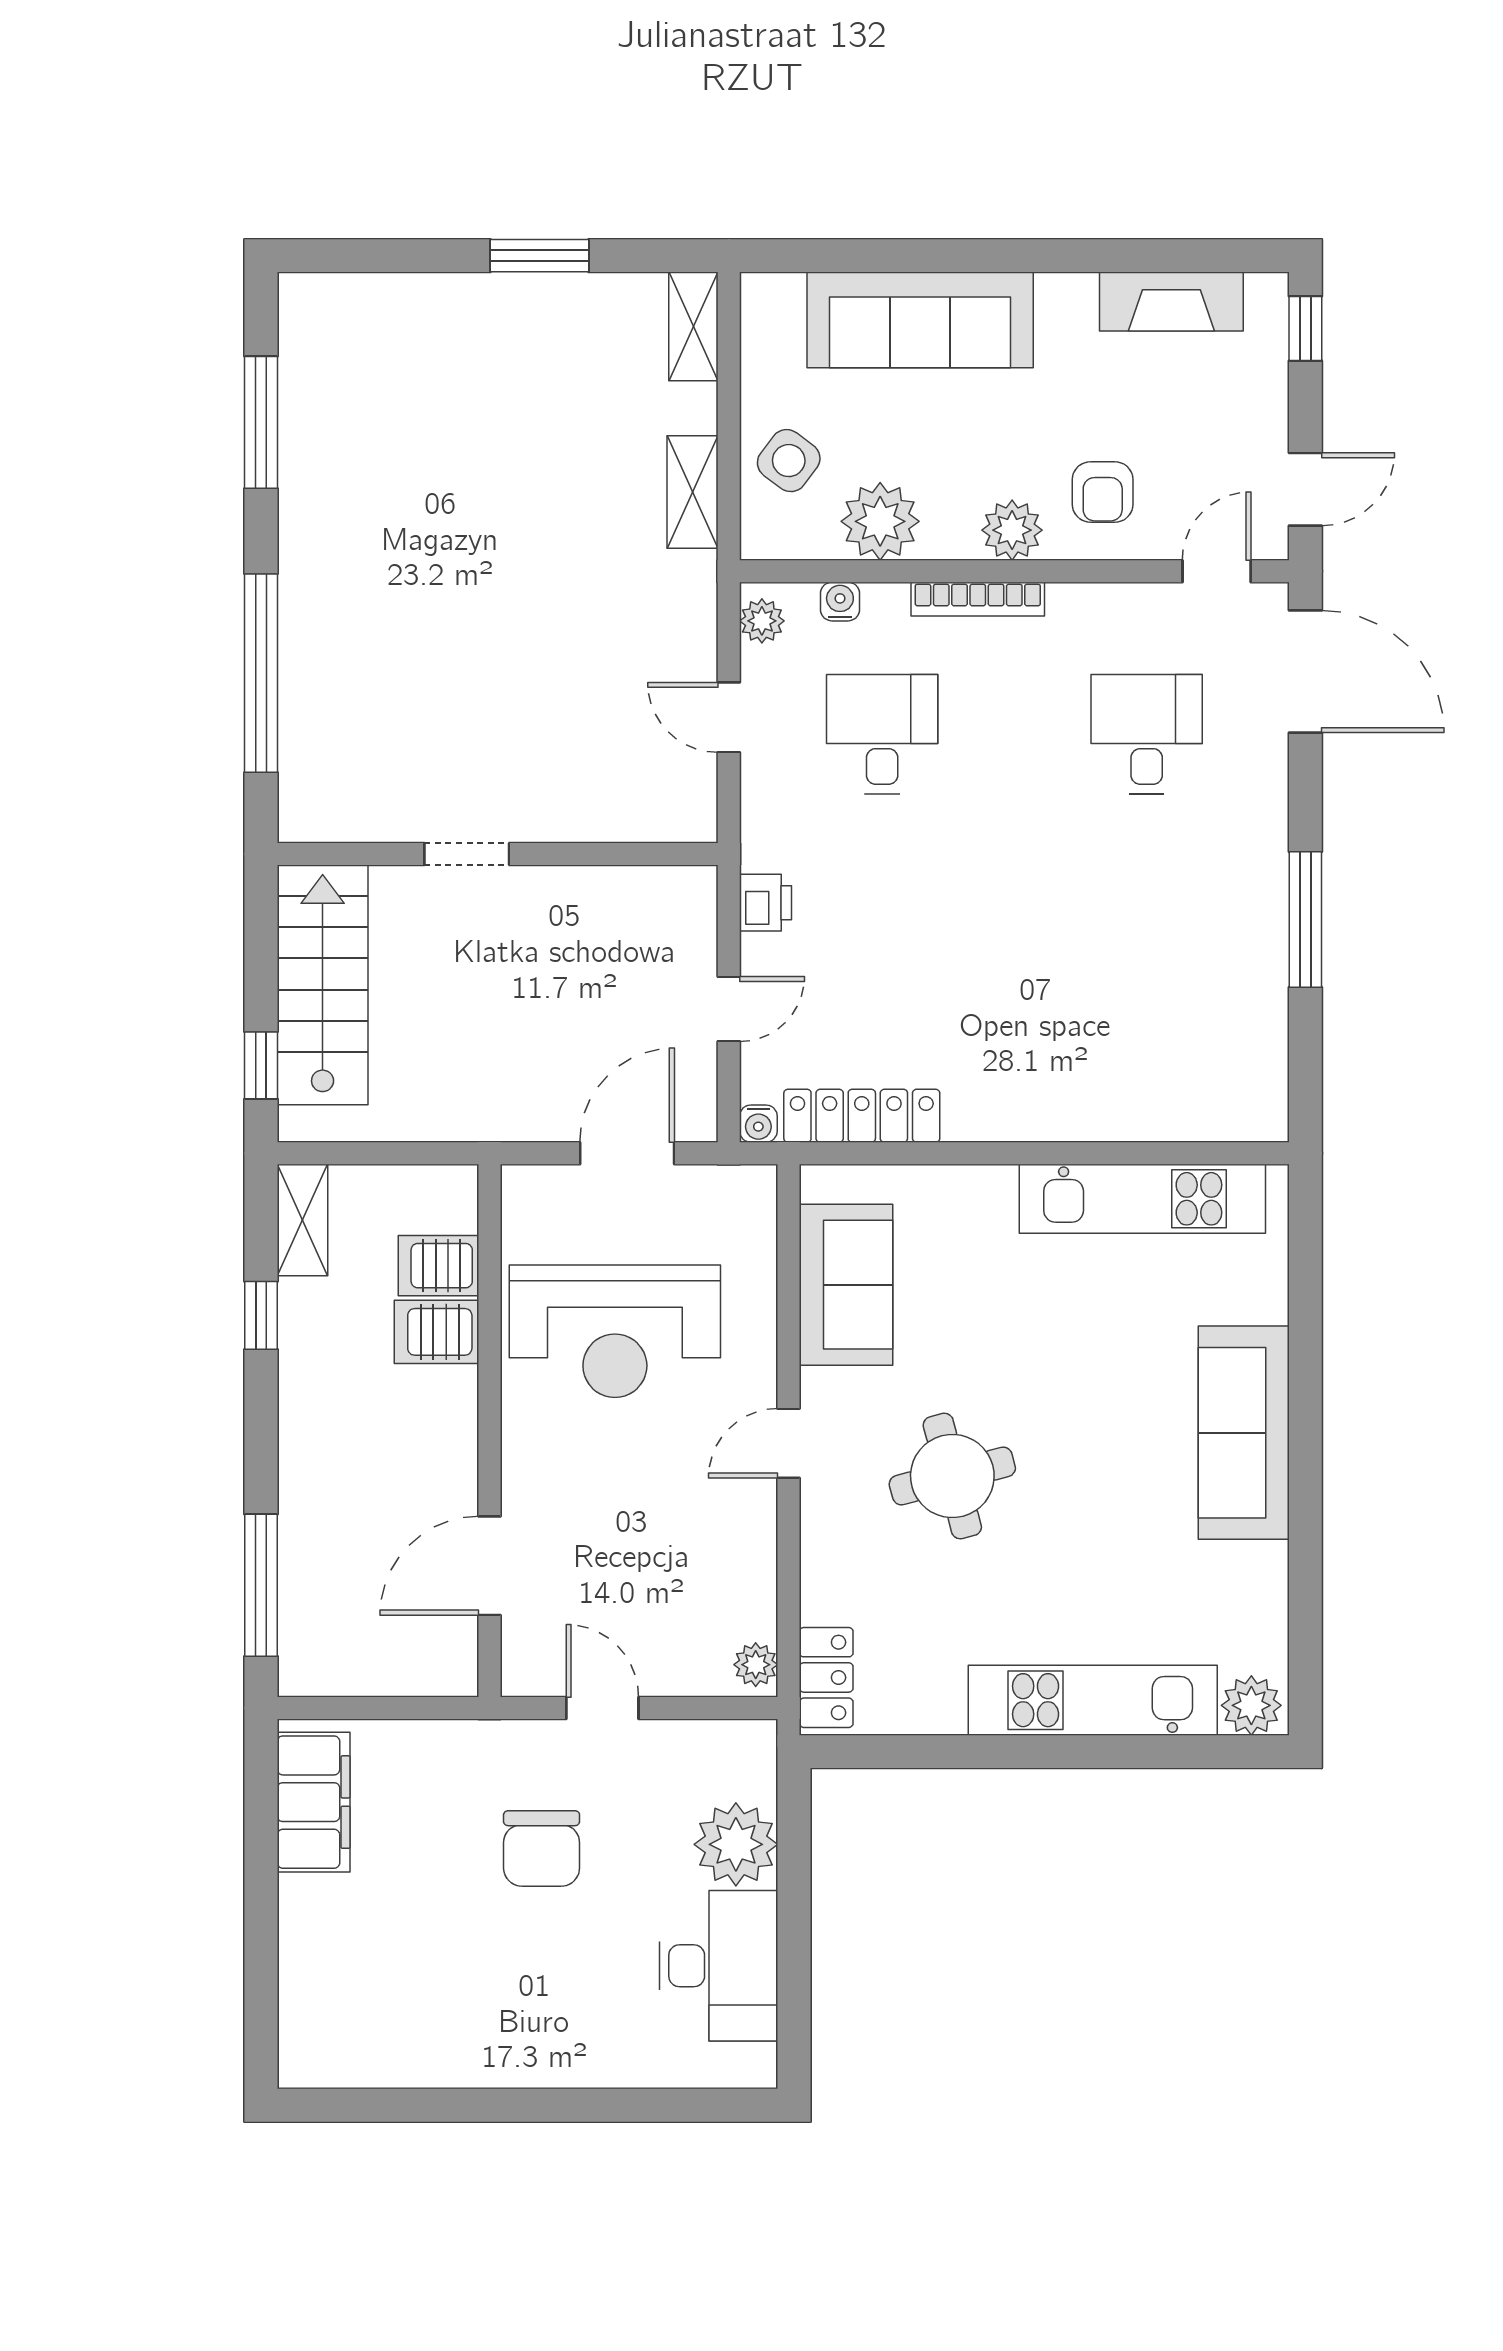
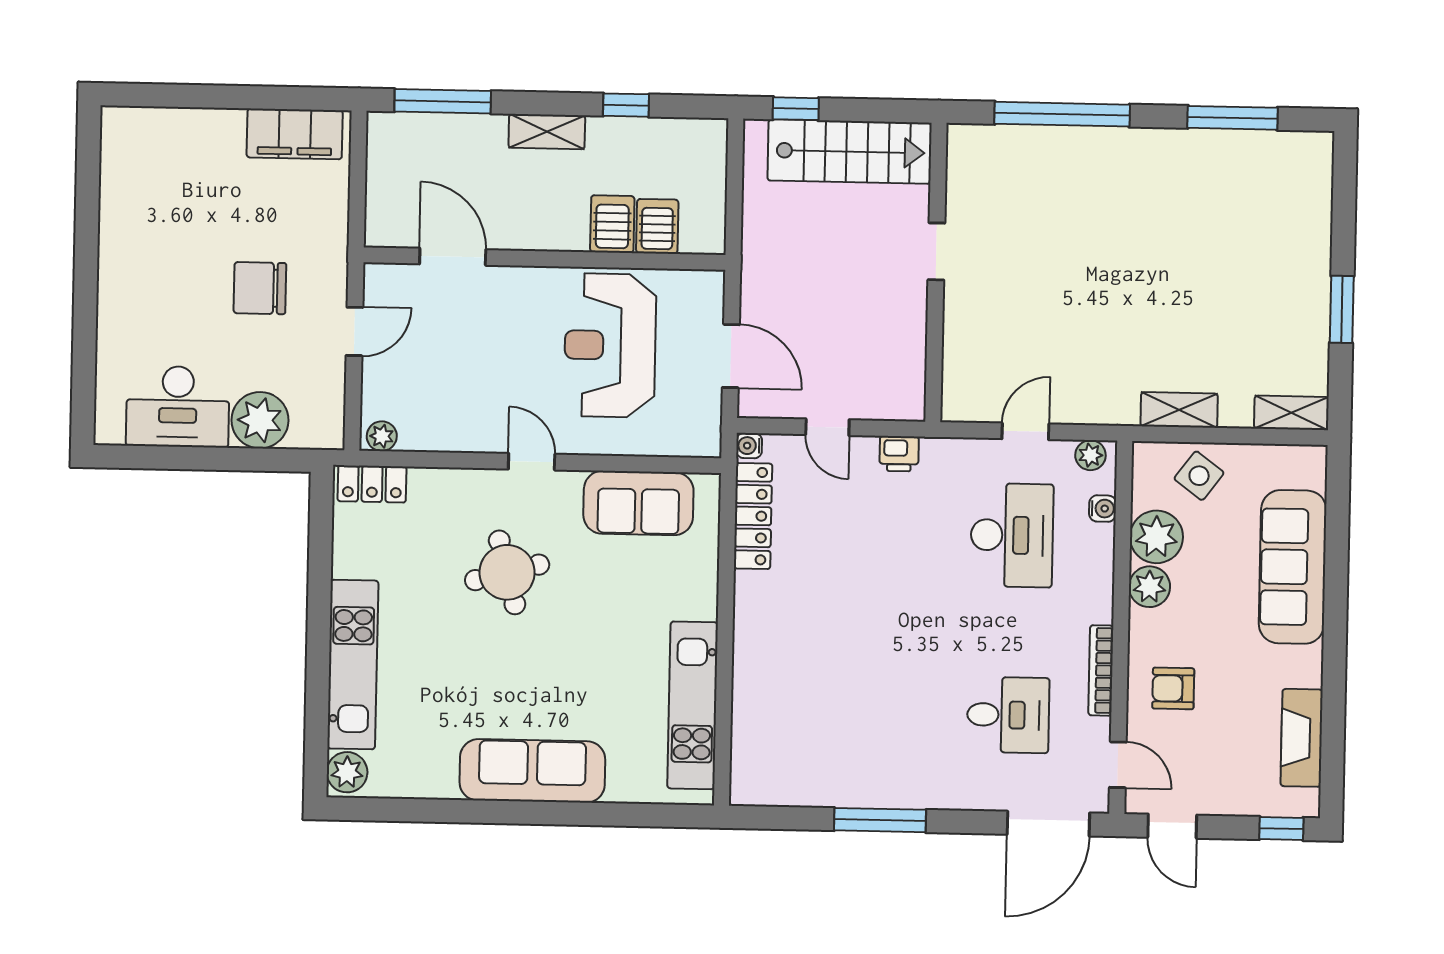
plant: (1012, 530) -> (1149, 587), moved
bookcase: (978, 599) -> (1101, 670), moved
desk: (882, 734) -> (1012, 535), width x1.37
shelving: (302, 1220) -> (547, 132), moved

